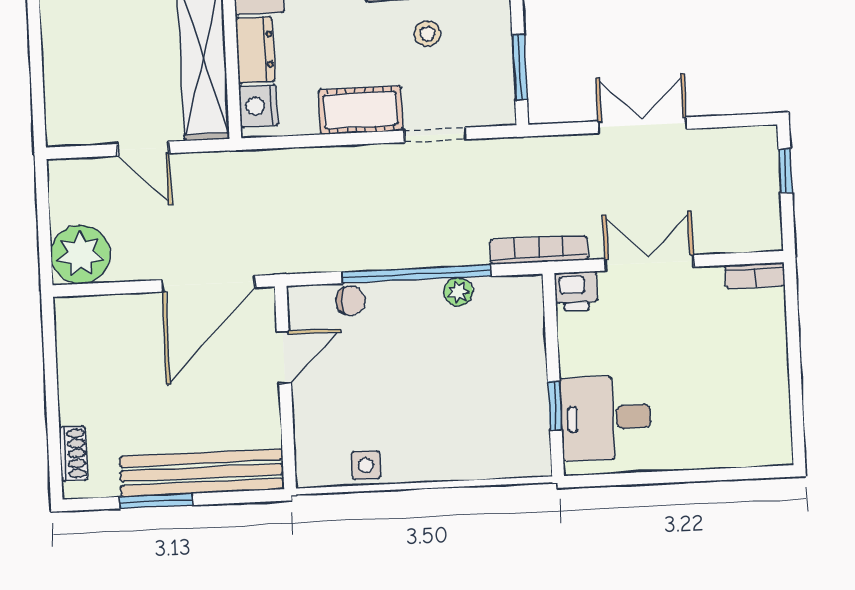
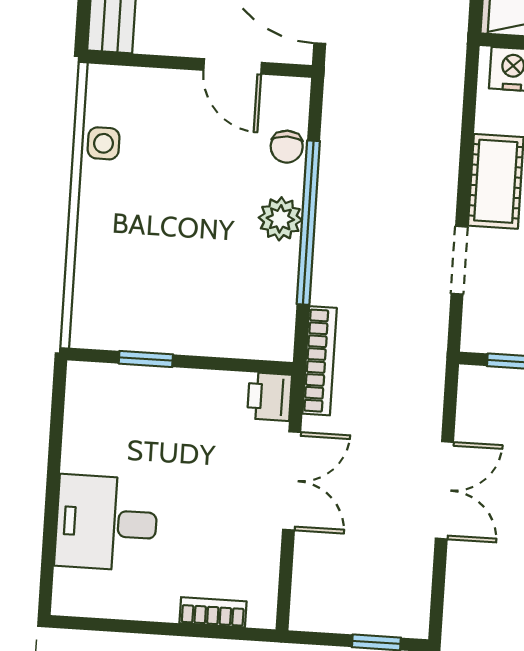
bookcase: (755, 276) -> (213, 612), moved, turned 90
plant: (458, 292) -> (280, 219), moved, width x1.38, depth x1.38
desk: (606, 418) -> (106, 523), moved, turned -90

